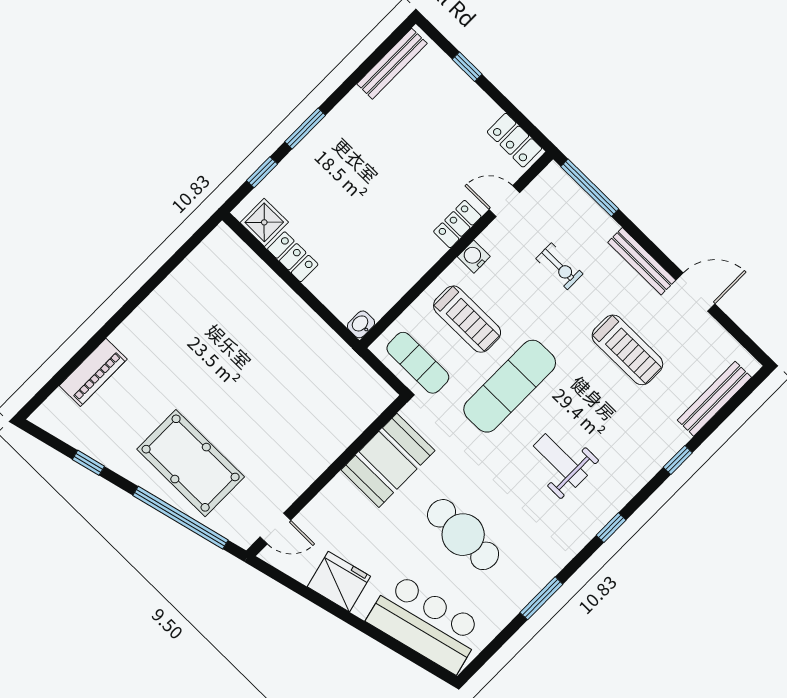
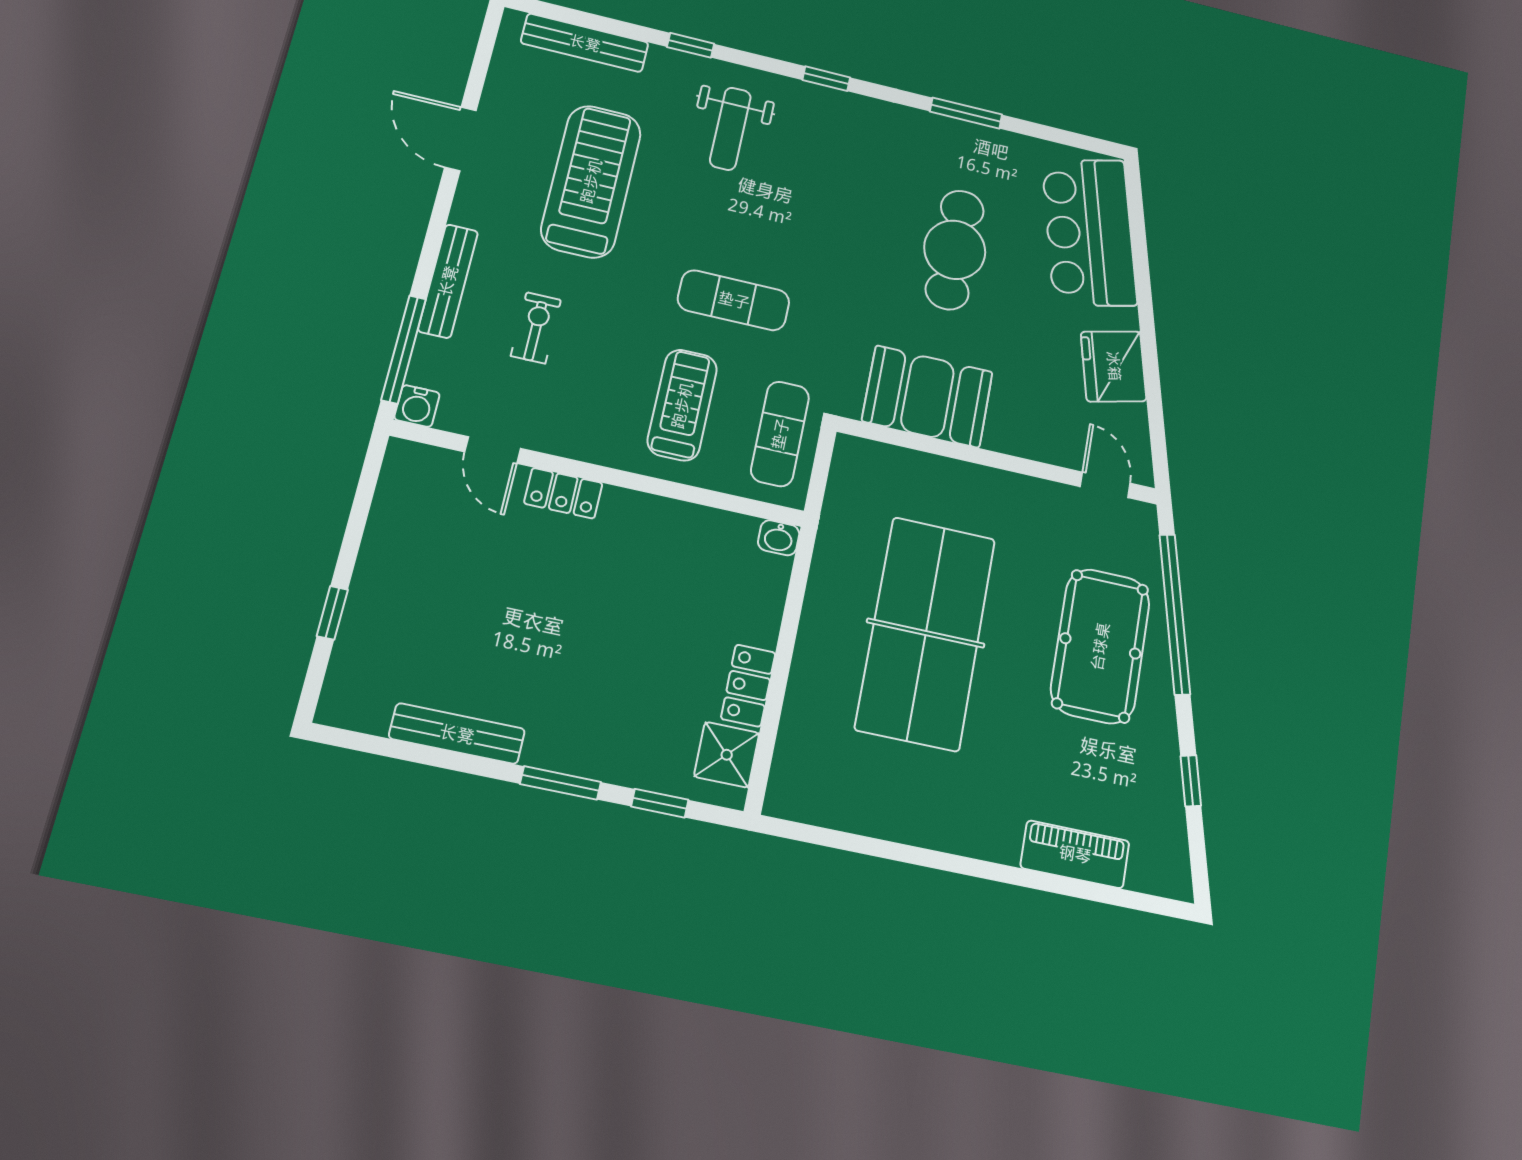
bench: (392, 64) -> (457, 734), moved
locker: (514, 140) -> (399, 486), removed
water cooler: (474, 257) -> (417, 406), moved
bench: (642, 261) -> (448, 281), moved
treadmill: (627, 350) -> (591, 181), width x1.37, depth x1.38
table tennis table: (259, 371) -> (926, 633), added
exercise mat: (510, 386) -> (734, 300), width x0.73, depth x0.69
weight bench: (560, 461) -> (730, 129), moved

